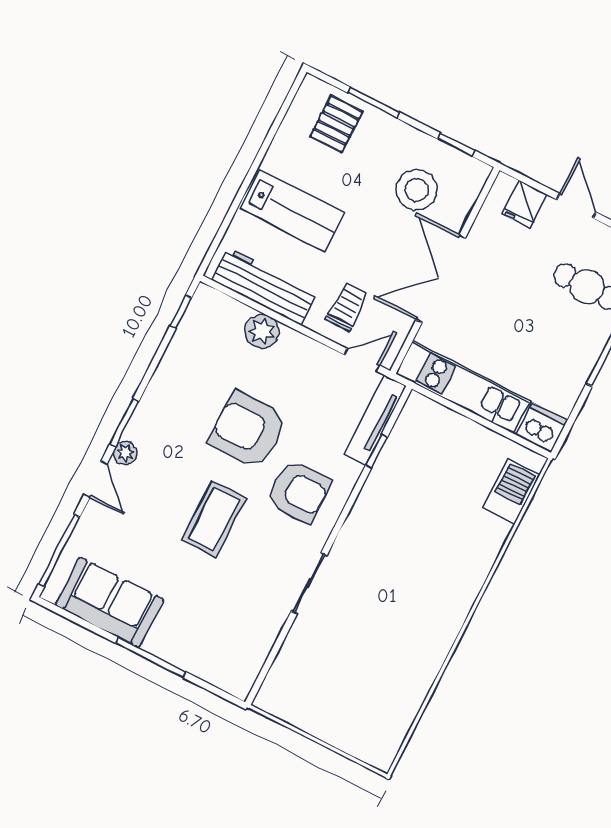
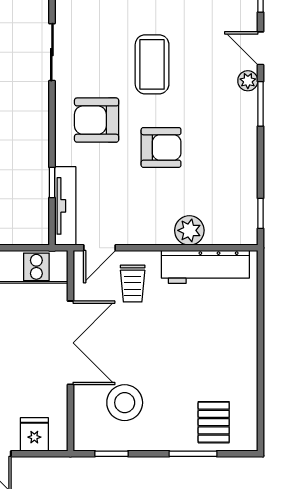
lab bench: (292, 211) -> (214, 337), removed
armchair: (248, 430) -> (161, 147), width x0.73, depth x0.73

